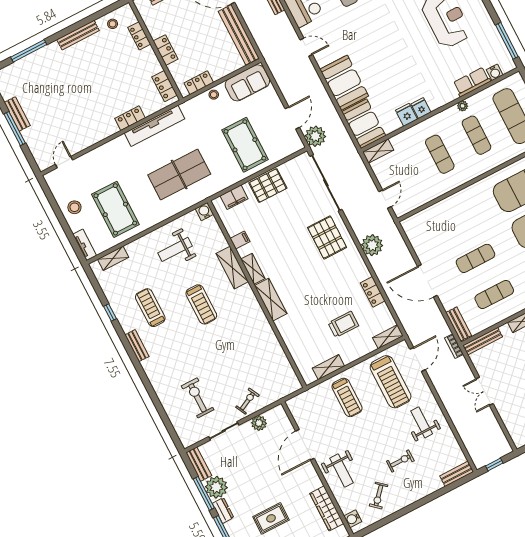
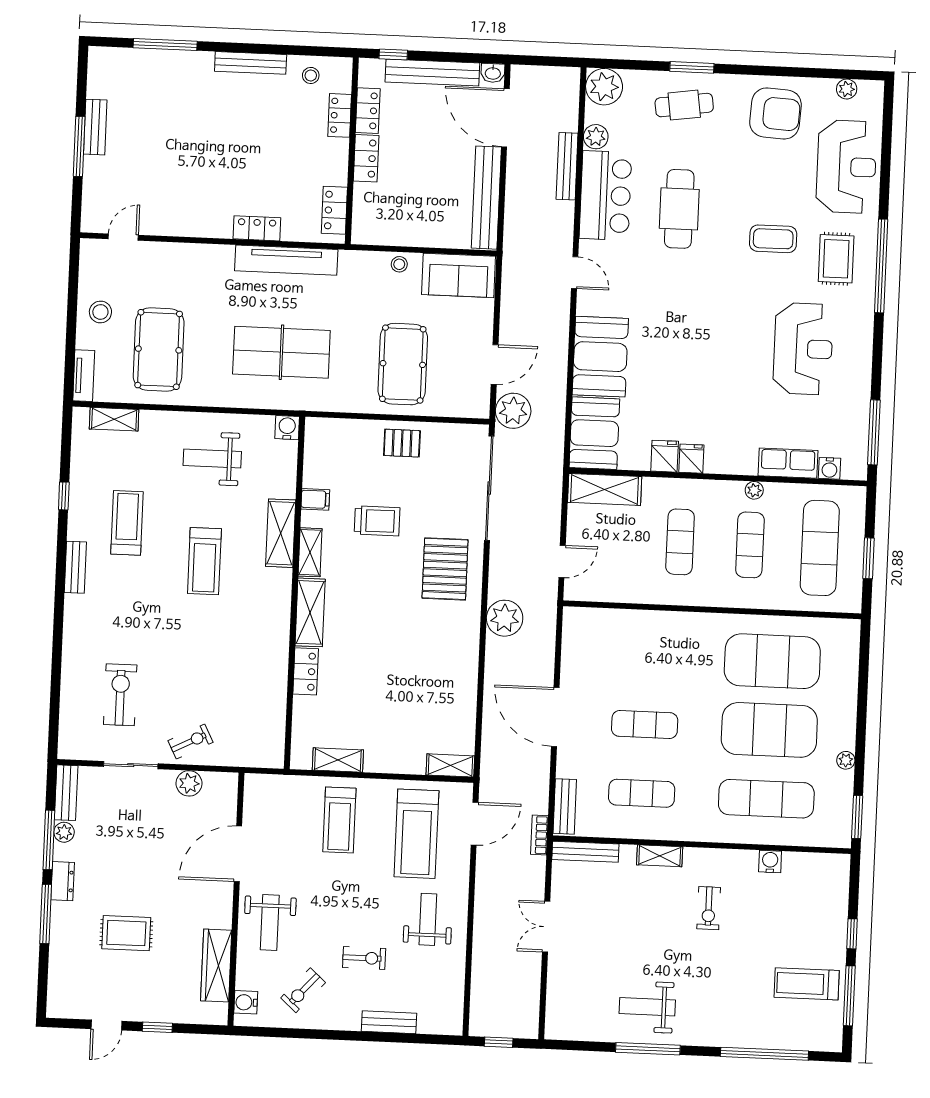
locker: (199, 83) -> (368, 111), moved, turned 90
shelving: (378, 151) -> (605, 489), width x1.50, depth x1.33
pallet: (268, 186) -> (402, 443), width x0.67, depth x0.71
filing cabinet: (234, 197) -> (343, 432), removed
locker: (373, 292) -> (306, 671), moved, turned 180
trolley: (343, 324) -> (377, 521), moved
bench: (457, 474) -> (389, 1022), moved
plant: (216, 487) -> (64, 832), width x0.53, depth x0.53

